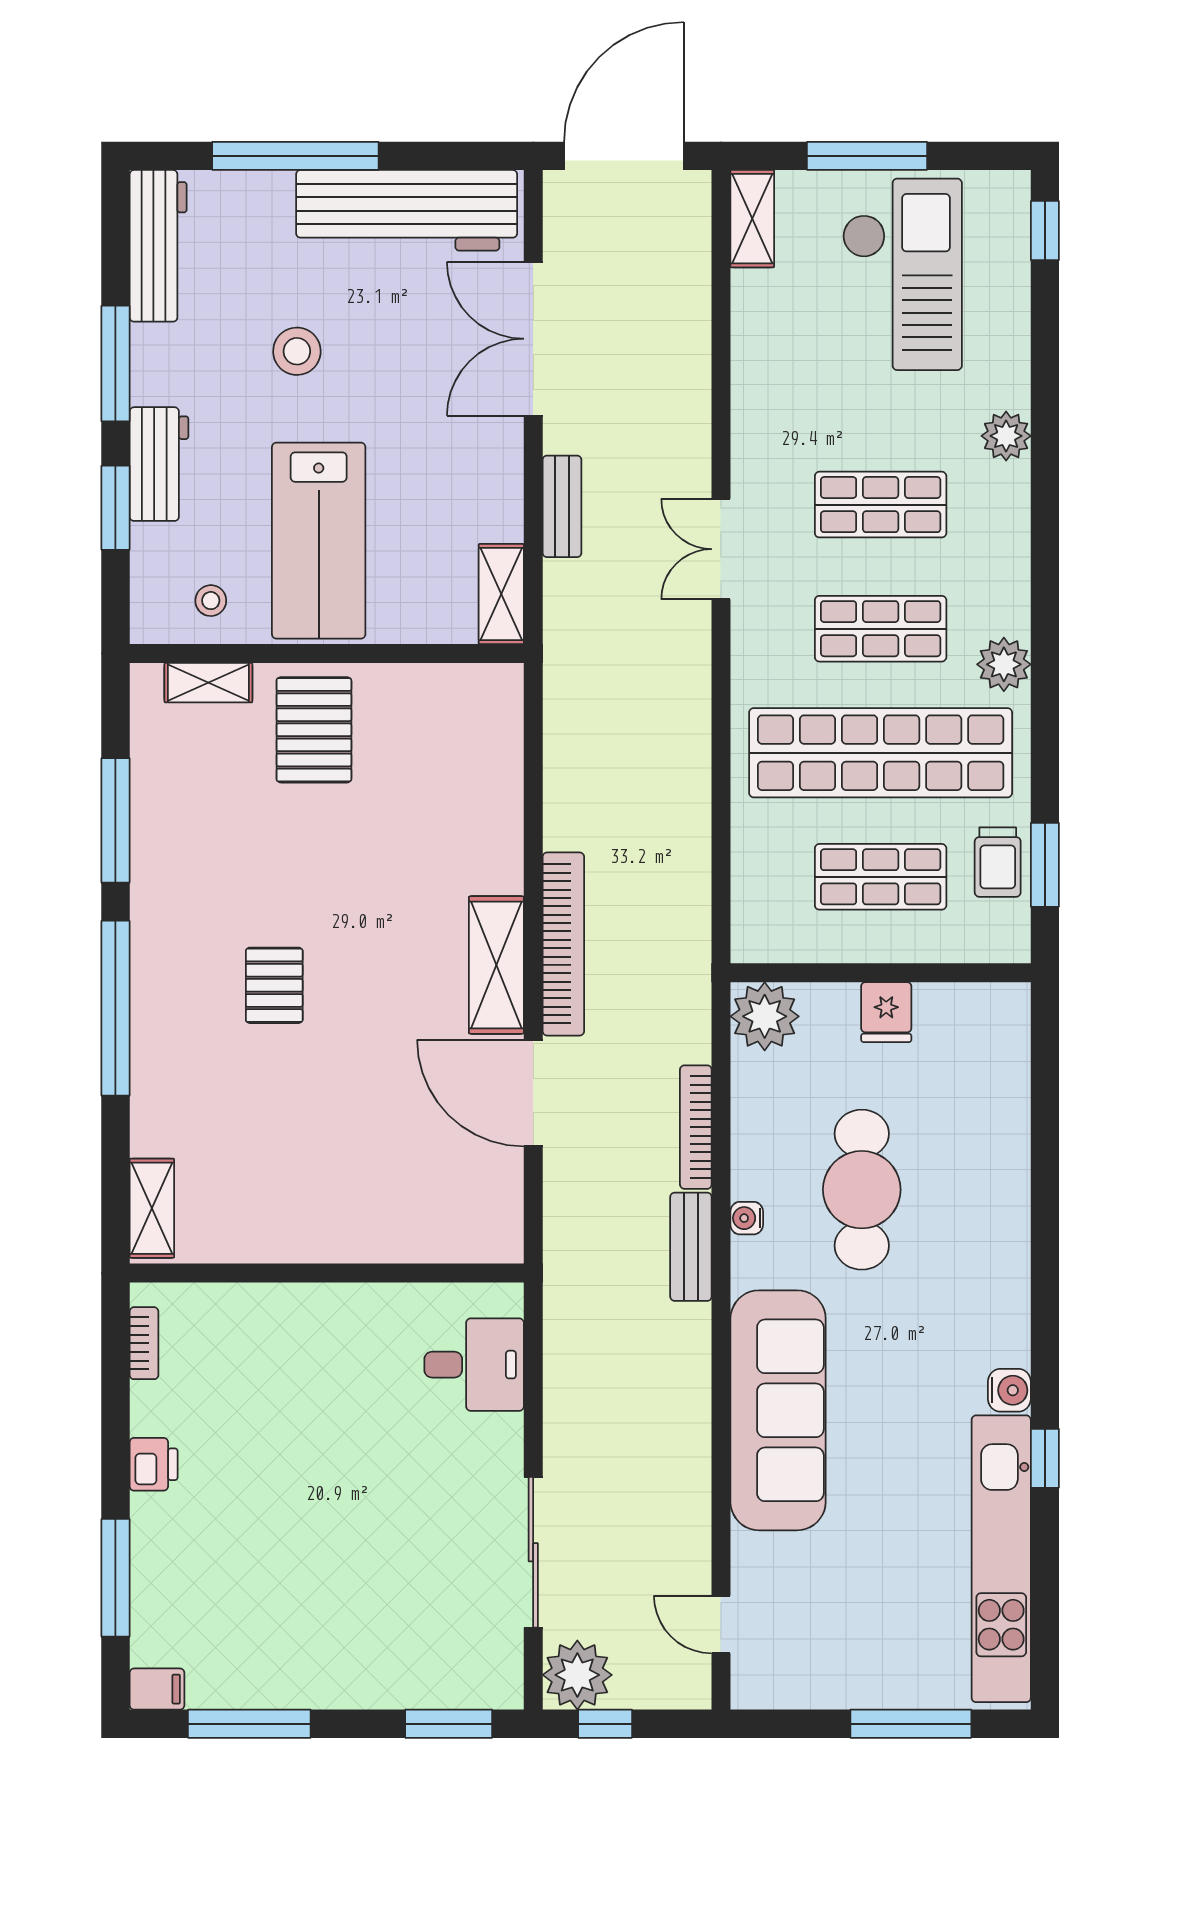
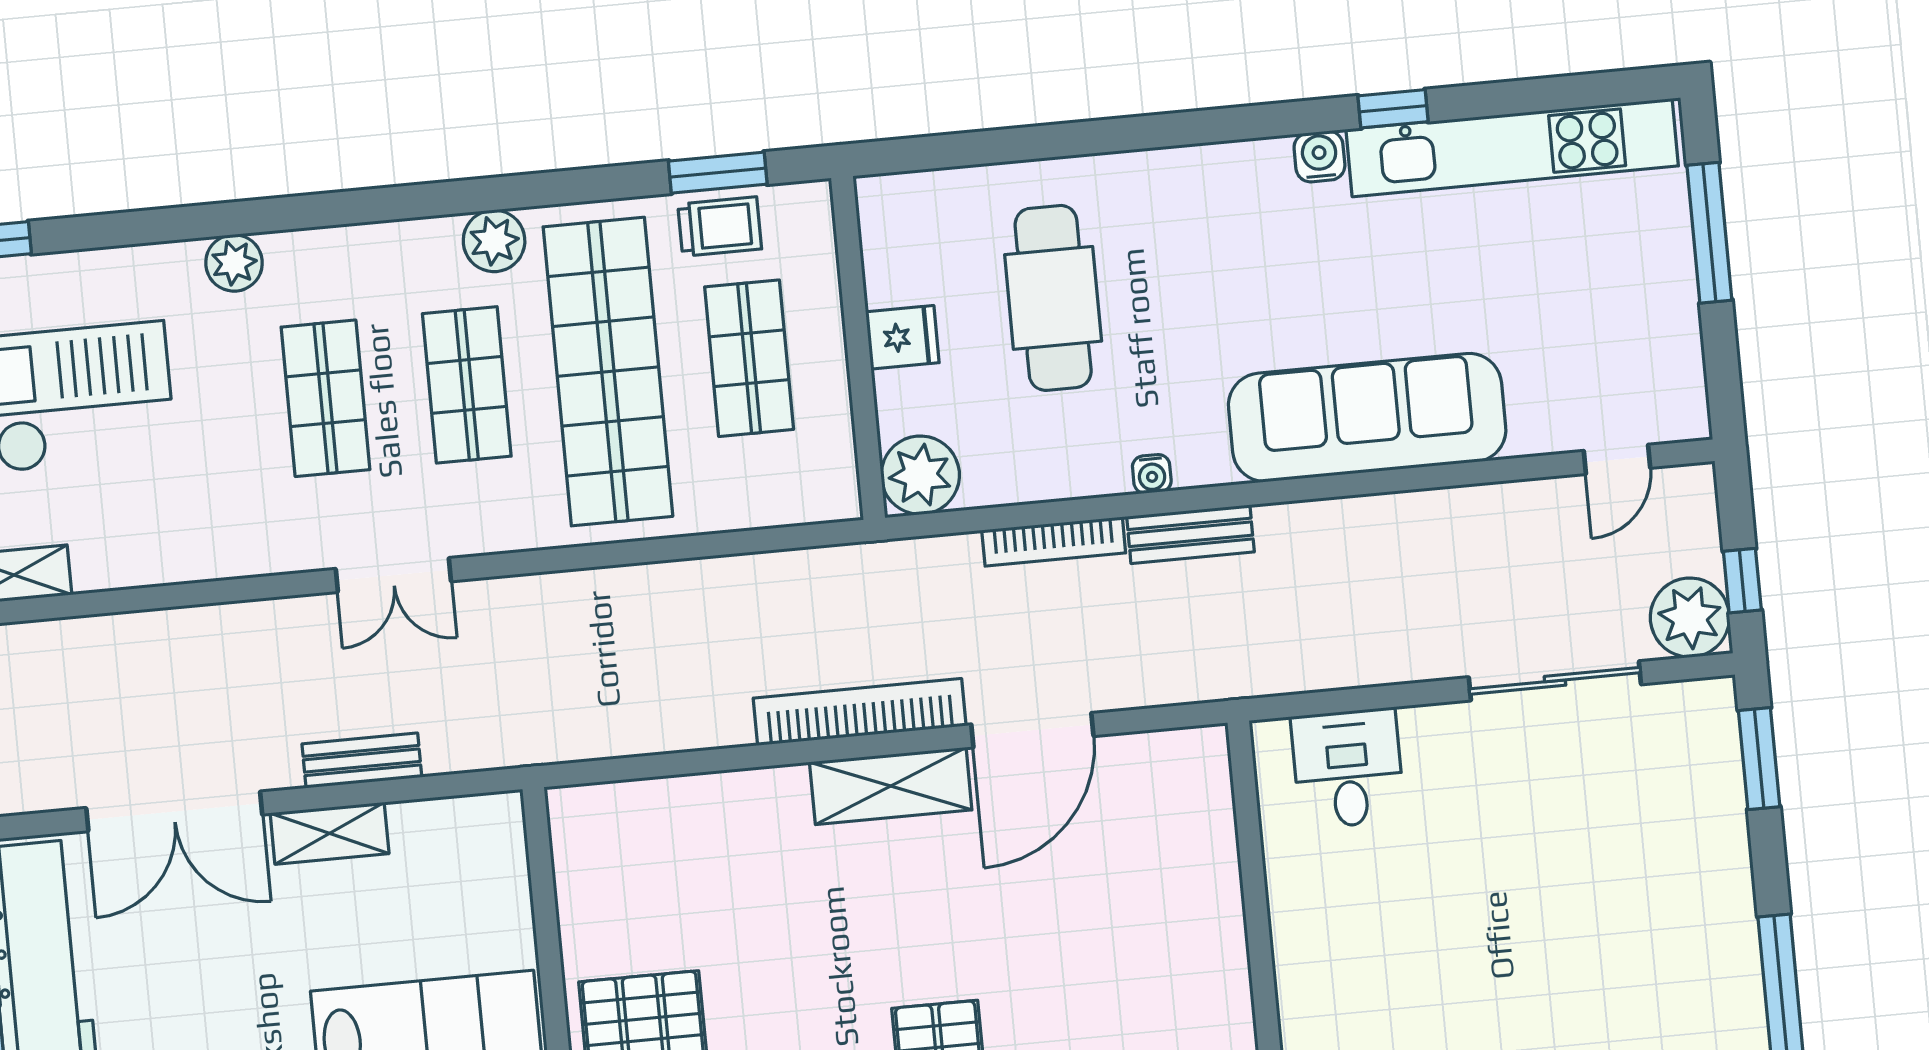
shelving: (501, 594) -> (330, 833), moved
cafe table: (862, 1190) -> (1053, 298), moved, turned 90

